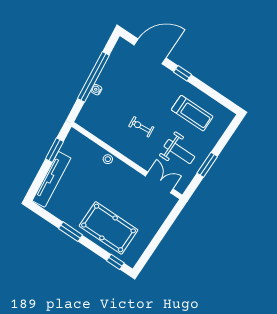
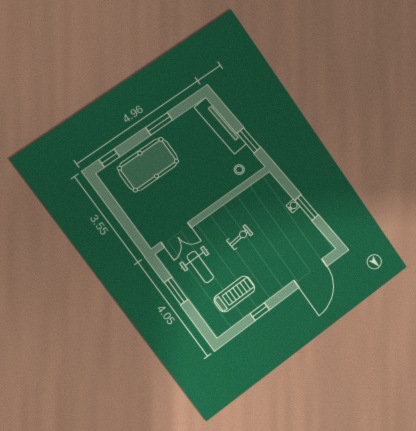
window: (183, 73) -> (260, 312), moved
window: (93, 77) -> (307, 208), width x0.47
treadmill: (192, 113) -> (234, 294), turned 180
weight bench: (179, 152) -> (200, 267), turned -90
stool: (108, 159) -> (239, 170), moved

